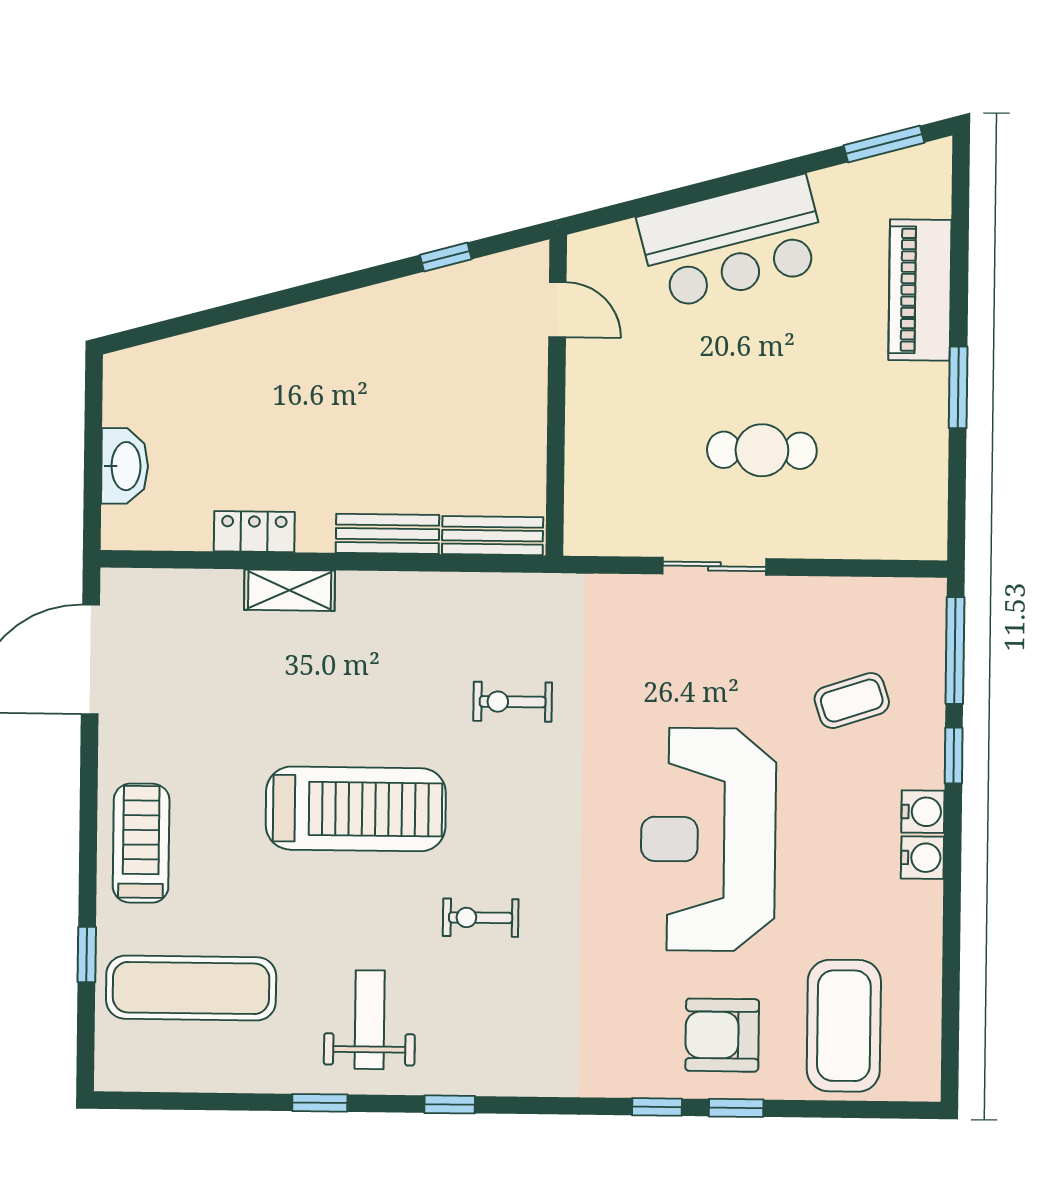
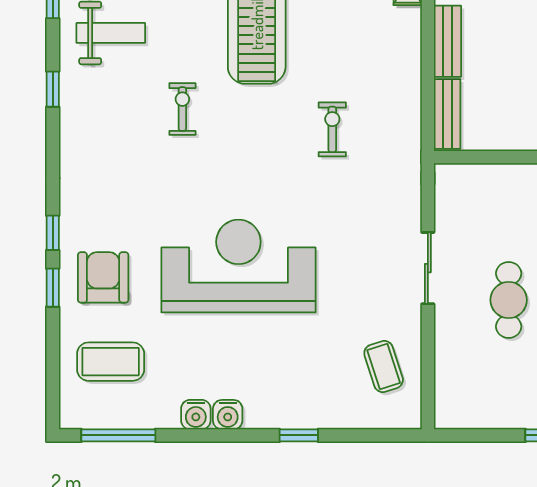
window: (955, 650) -> (118, 435), moved
coffee table: (852, 701) -> (384, 367), moved
water cooler: (923, 812) -> (196, 415), moved
coffee table: (844, 1026) -> (111, 362), width x0.73, depth x0.76

